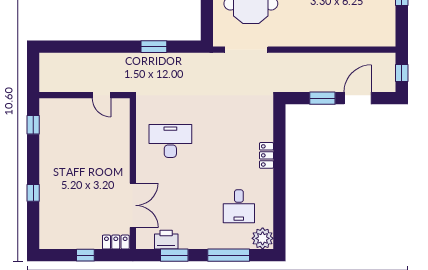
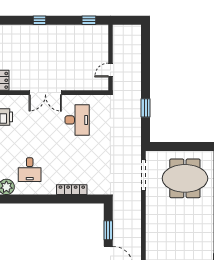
locker: (266, 155) -> (72, 190), width x1.53
double door: (133, 205) -> (45, 93), moved
desk: (239, 206) -> (30, 170), turned -90

